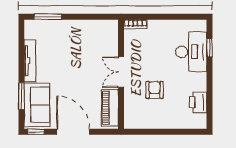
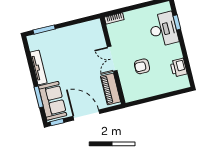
armchair: (155, 90) -> (142, 66), turned -90

